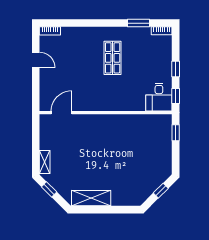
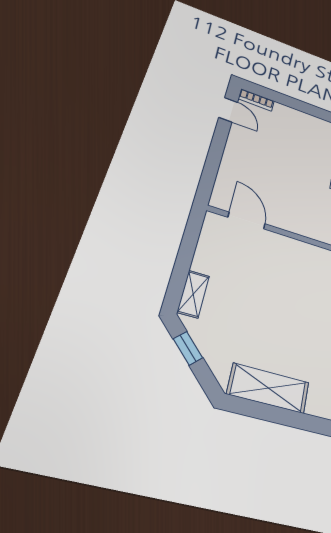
door: (36, 60) -> (228, 110), moved
door: (61, 113) -> (247, 221), hinge flipped

